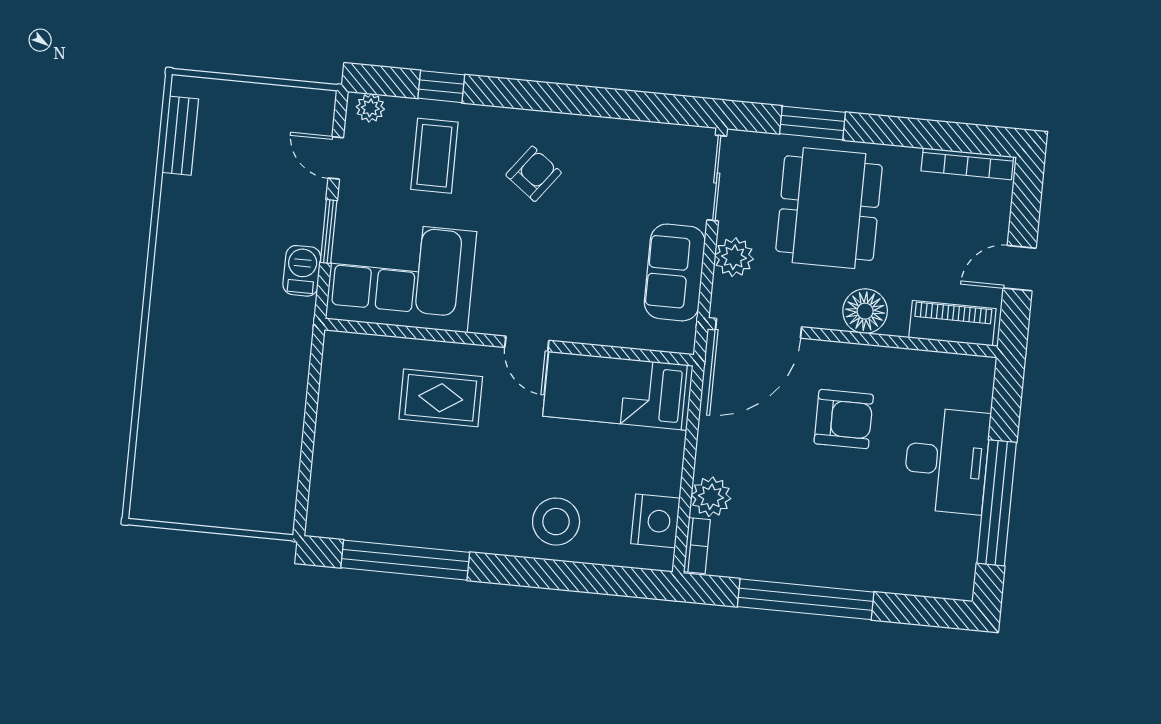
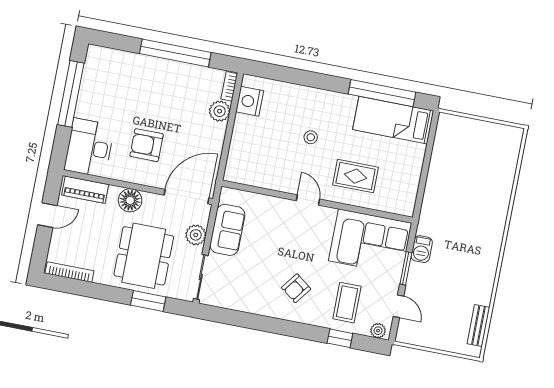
bed: (618, 391) -> (393, 120), moved, turned 180
desk: (946, 461) -> (89, 148), moved
stool: (556, 522) -> (311, 137), moved, width x0.53, depth x0.53

